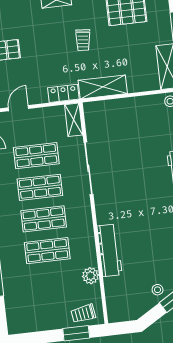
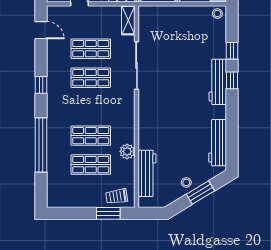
shop shelf: (44, 219) -> (91, 165), moved
workbench: (109, 250) -> (147, 173), moved
plant: (90, 276) -> (127, 151), moved

